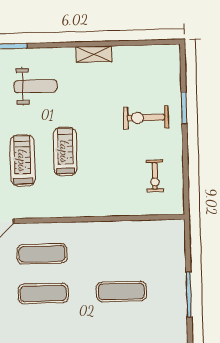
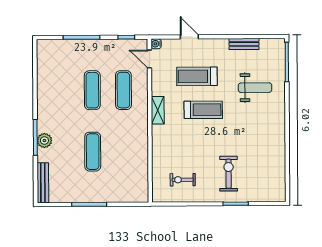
shelving: (94, 54) -> (158, 110), moved
weight bench: (36, 86) -> (255, 88), turned -90
treadmill: (23, 161) -> (197, 76), turned 180

